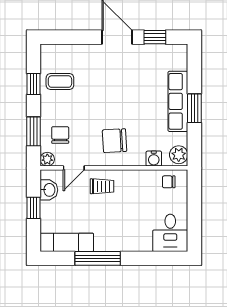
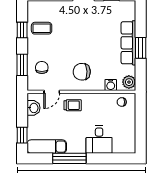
plant: (47, 159) -> (32, 85), removed
window: (34, 208) -> (22, 135), moved
desk: (170, 233) -> (99, 140), moved

